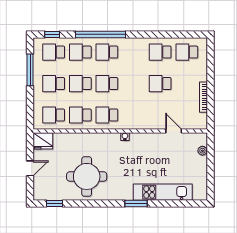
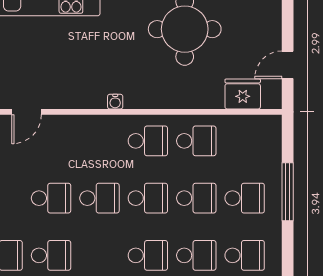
window: (30, 70) -> (288, 192), moved
school desk: (54, 115) -> (99, 198), moved
door: (174, 131) -> (27, 112), hinge flipped
fridge: (43, 141) -> (243, 94), moved
door: (30, 168) -> (288, 65), moved

